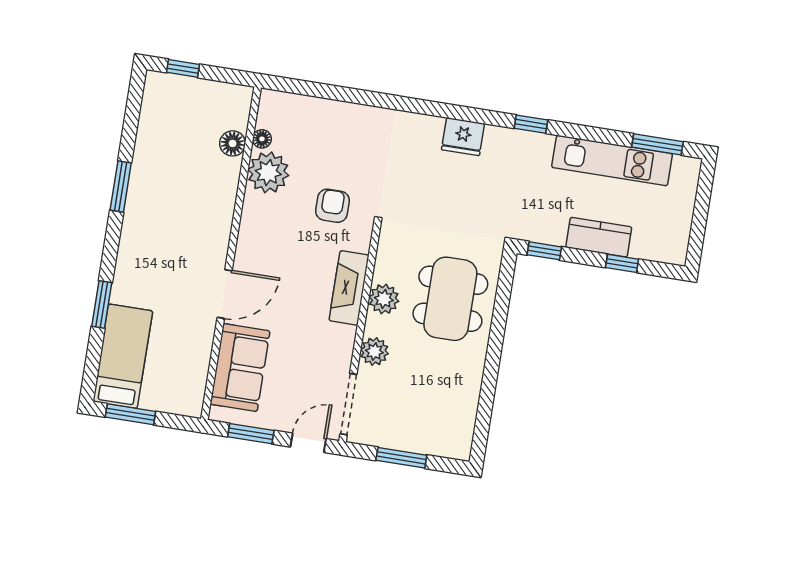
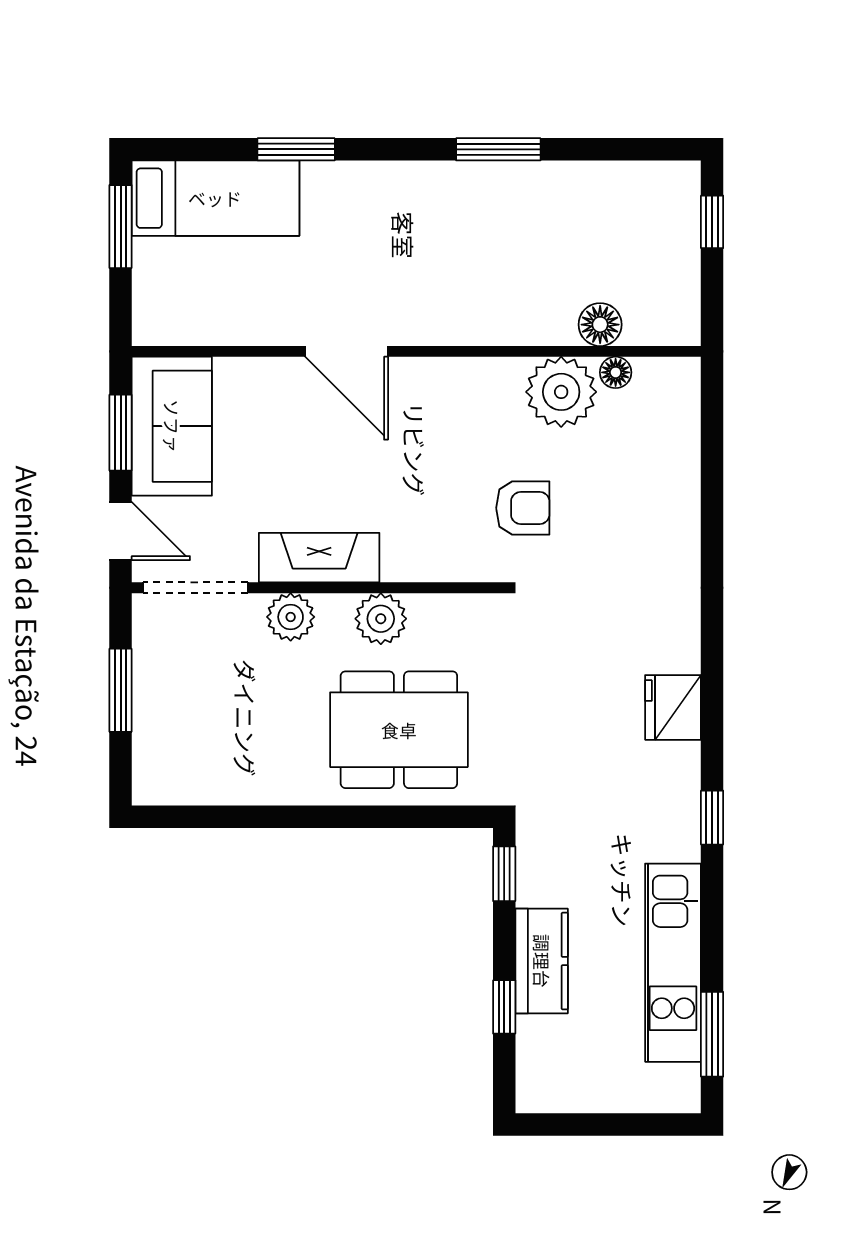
fireplace: (349, 288) -> (319, 558), moved
sofa: (240, 368) -> (172, 426), moved, turned -90

